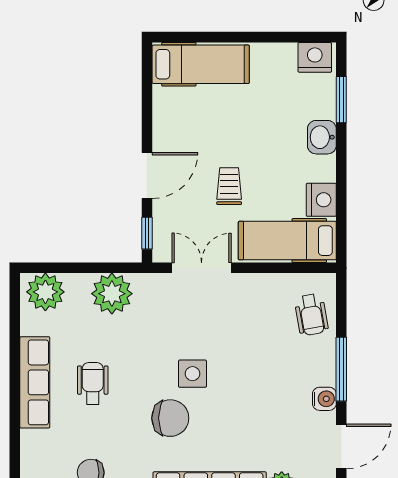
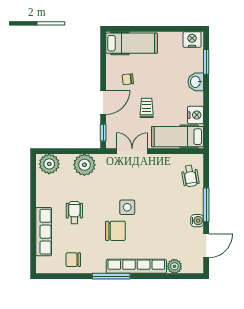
chair: (194, 132) -> (128, 79), added
row of seats: (35, 382) -> (44, 232), moved

